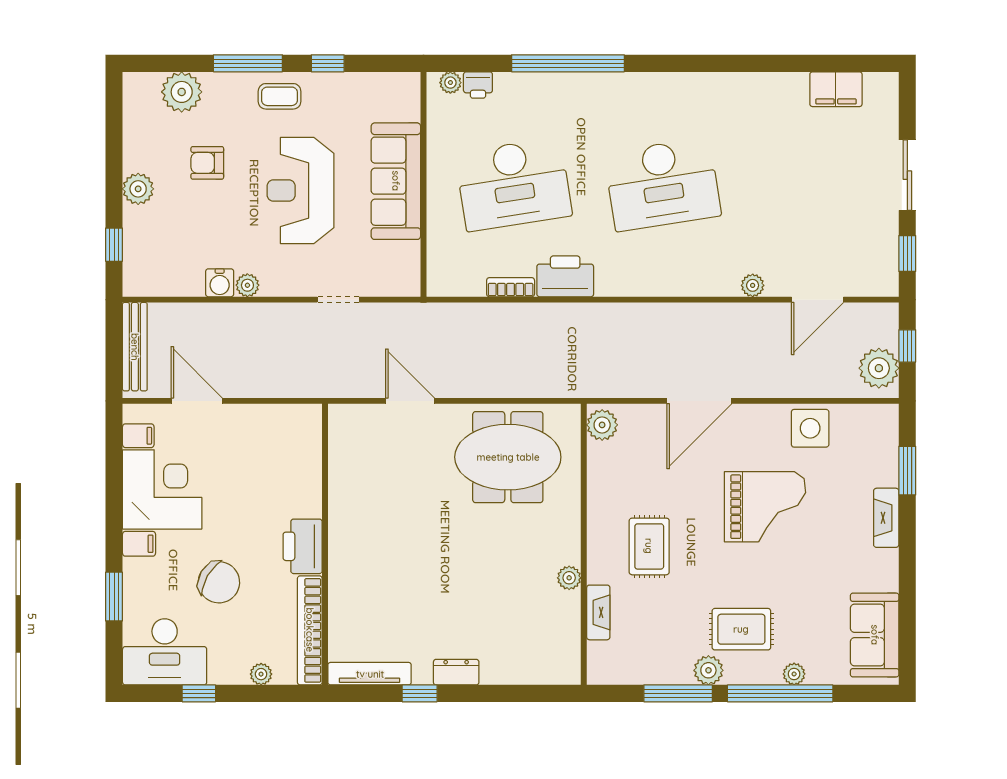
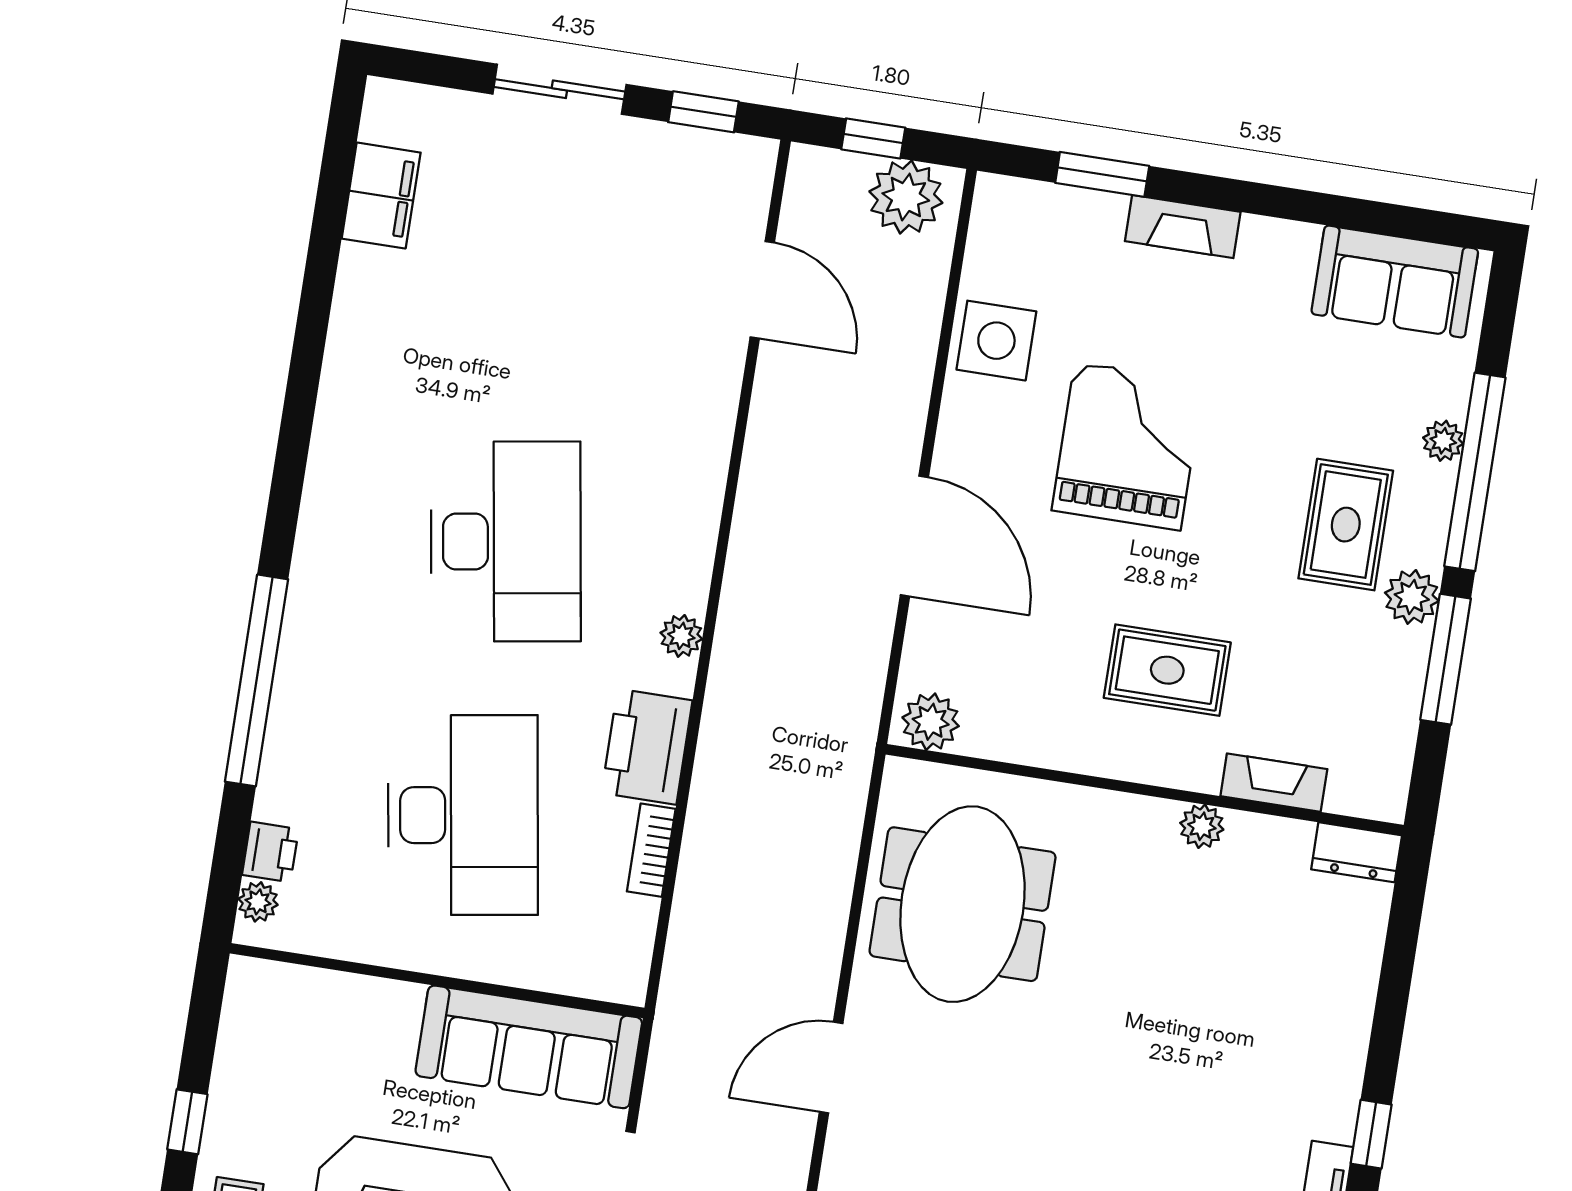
sofa: (396, 181) -> (529, 1047), moved
plant: (753, 285) -> (681, 636), moved
dresser: (456, 672) -> (1357, 852), moved, turned -90

